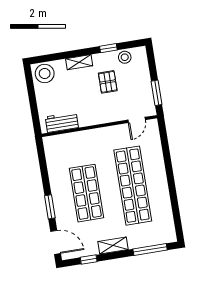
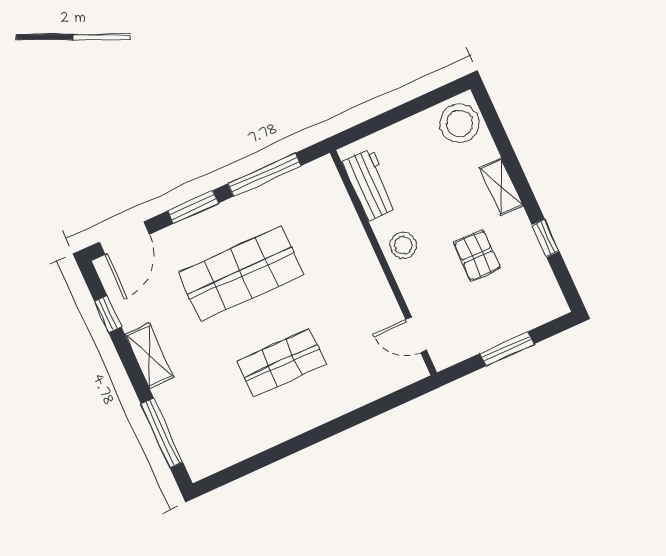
stool: (125, 57) -> (403, 245), moved
pallet: (108, 82) -> (477, 255), turned 90
window: (157, 93) -> (507, 349), moved
window: (44, 170) -> (264, 175), added
shop shelf: (133, 186) -> (281, 363), width x0.50, depth x0.74

